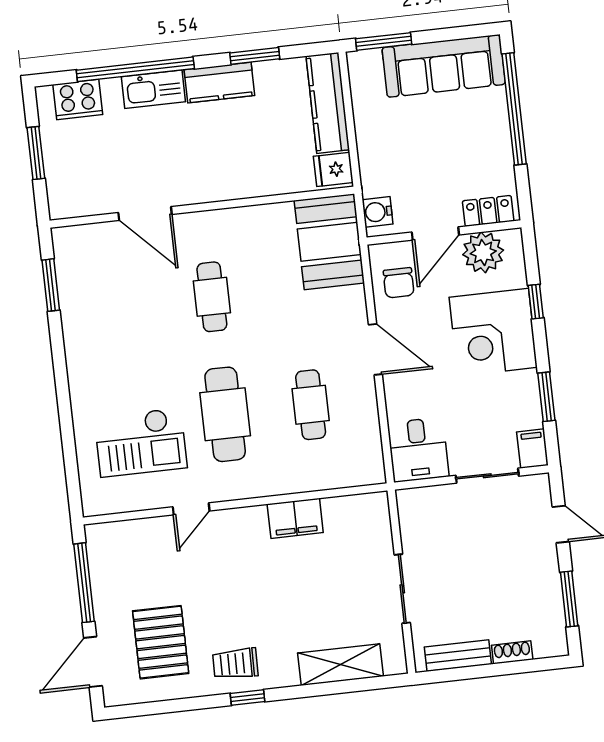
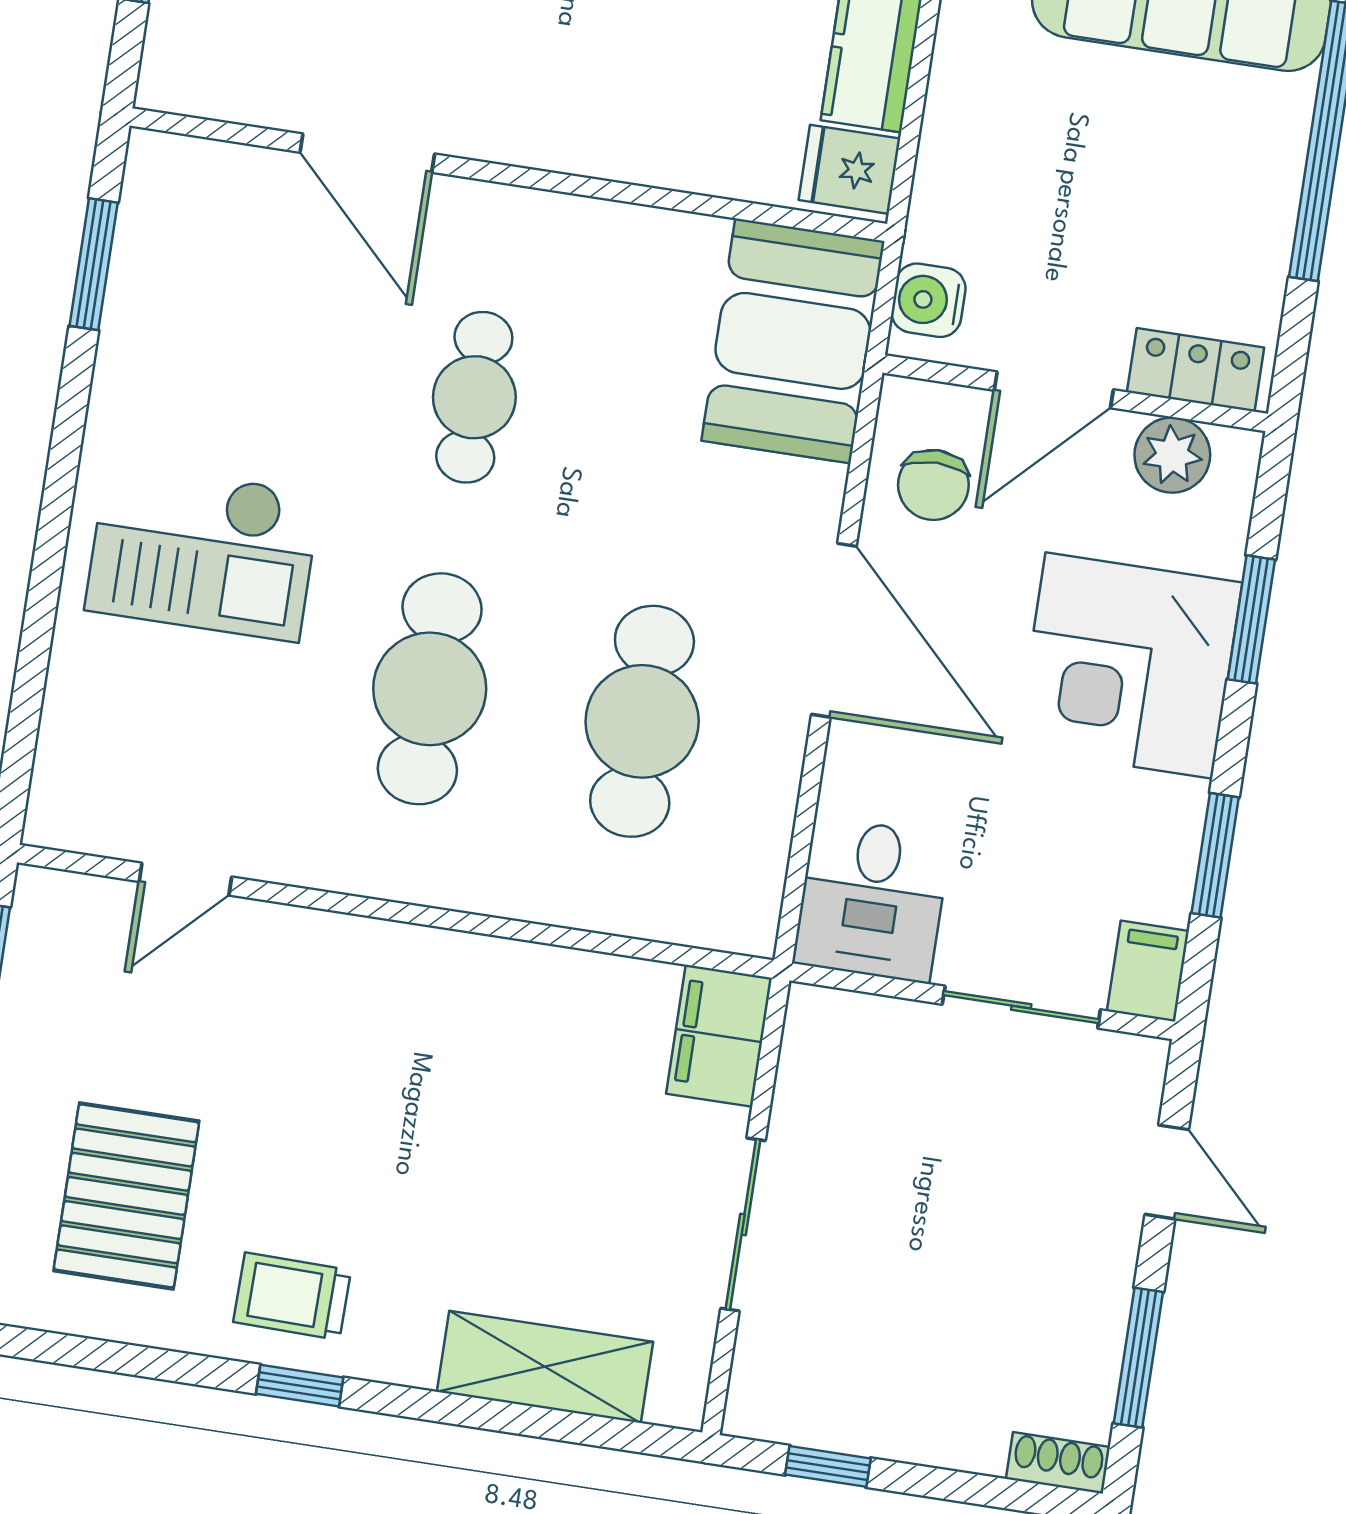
plant: (483, 252) -> (1172, 455), width x0.73, depth x0.73
window: (536, 302) -> (1251, 619), width x1.50
door: (375, 349) -> (834, 630), width x1.36
cafe table: (311, 405) -> (642, 721), width x1.37, depth x1.35
checkout: (141, 442) -> (203, 551), moved
door: (191, 509) -> (185, 879), moved
filing cabinet: (295, 518) -> (719, 1036), moved, turned 90
shoe rack: (512, 652) -> (1058, 1463), moved
bench: (458, 656) -> (834, 1421), removed
window: (460, 674) -> (828, 1466), added

